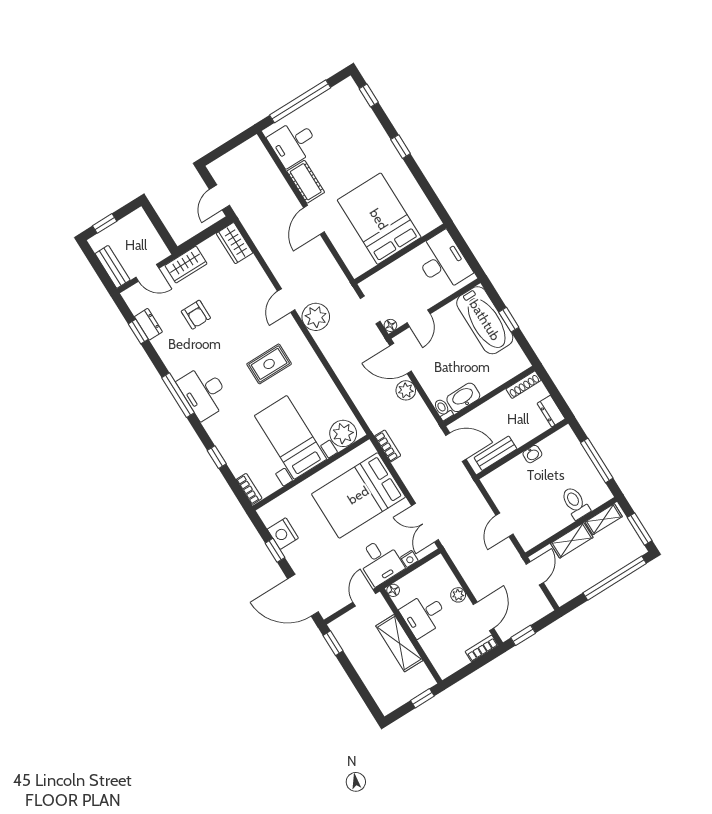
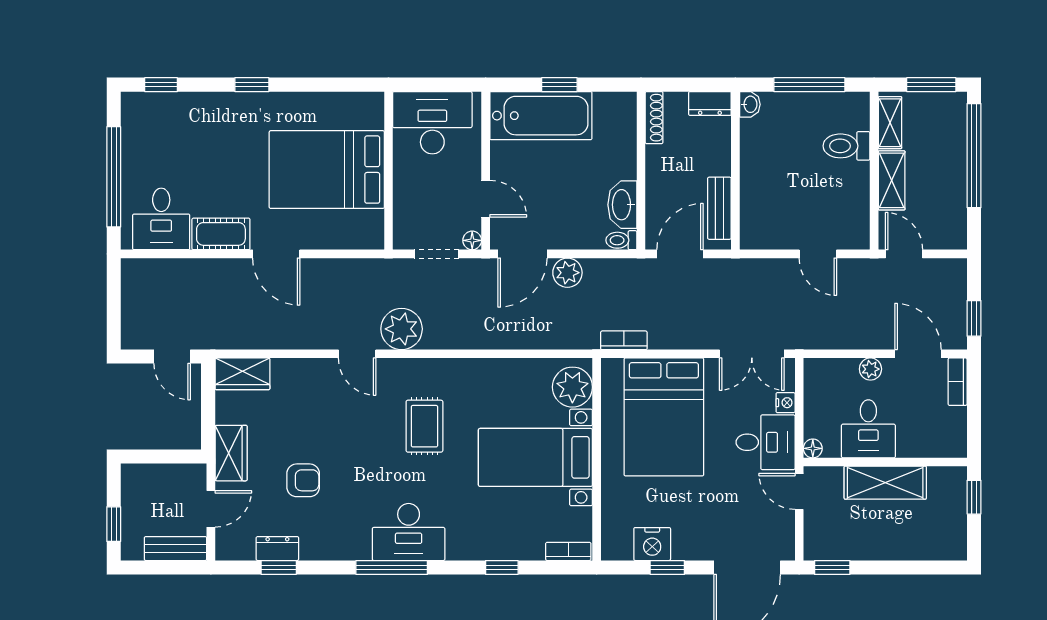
washbasin: (532, 454) -> (750, 104), moved

